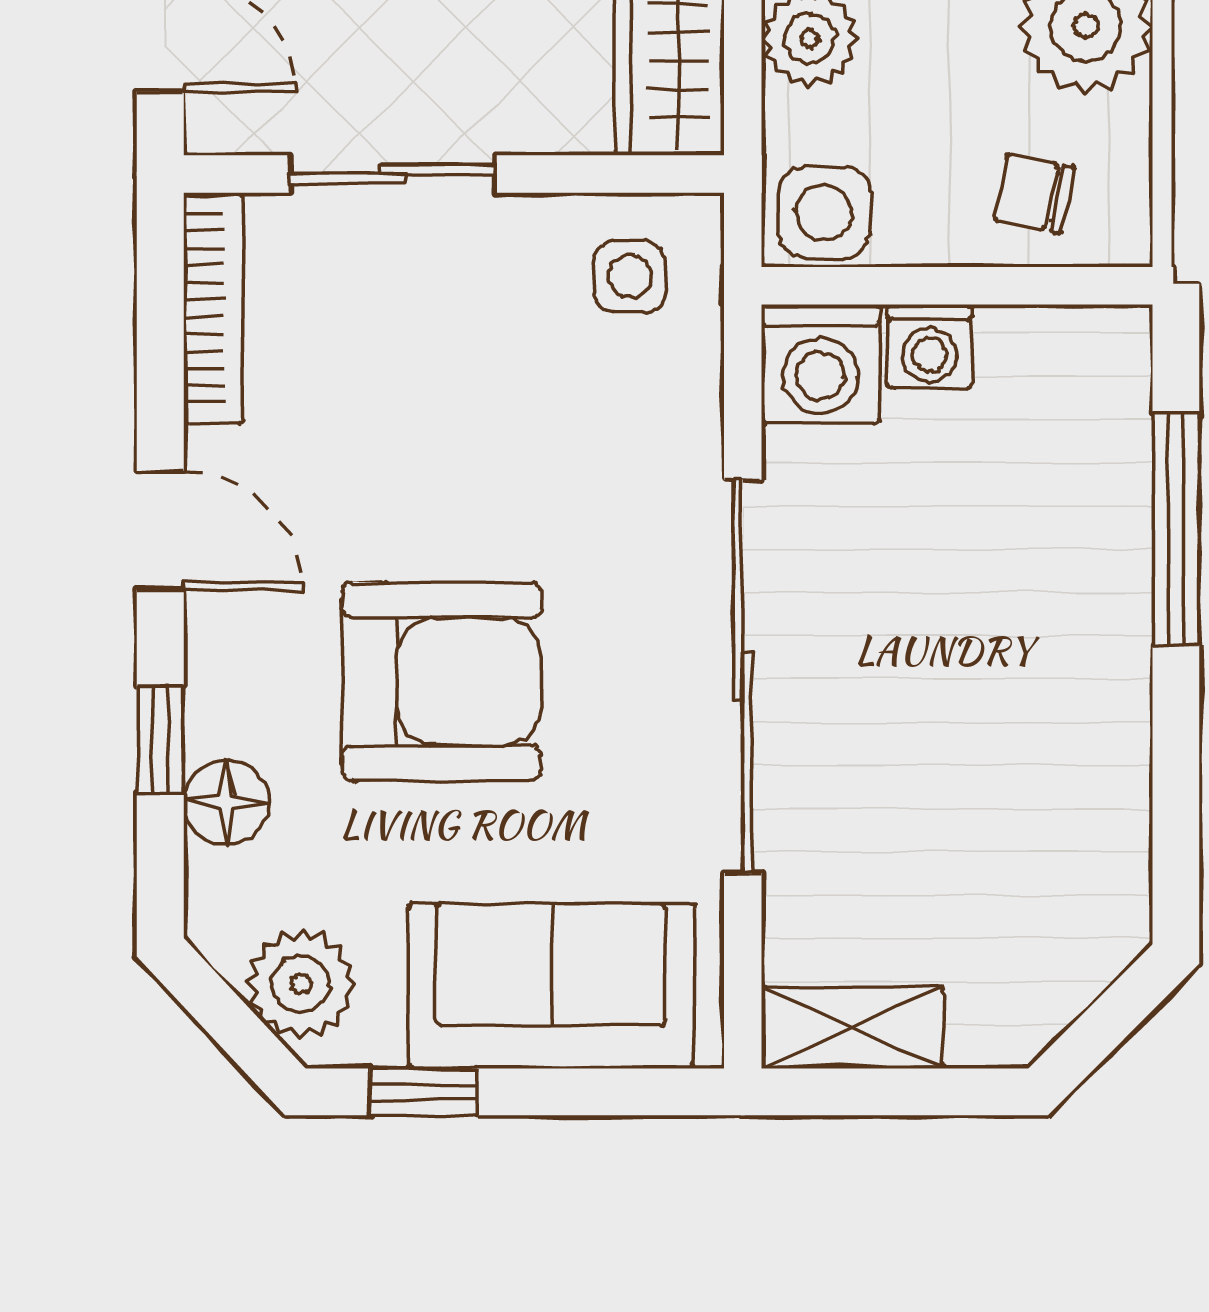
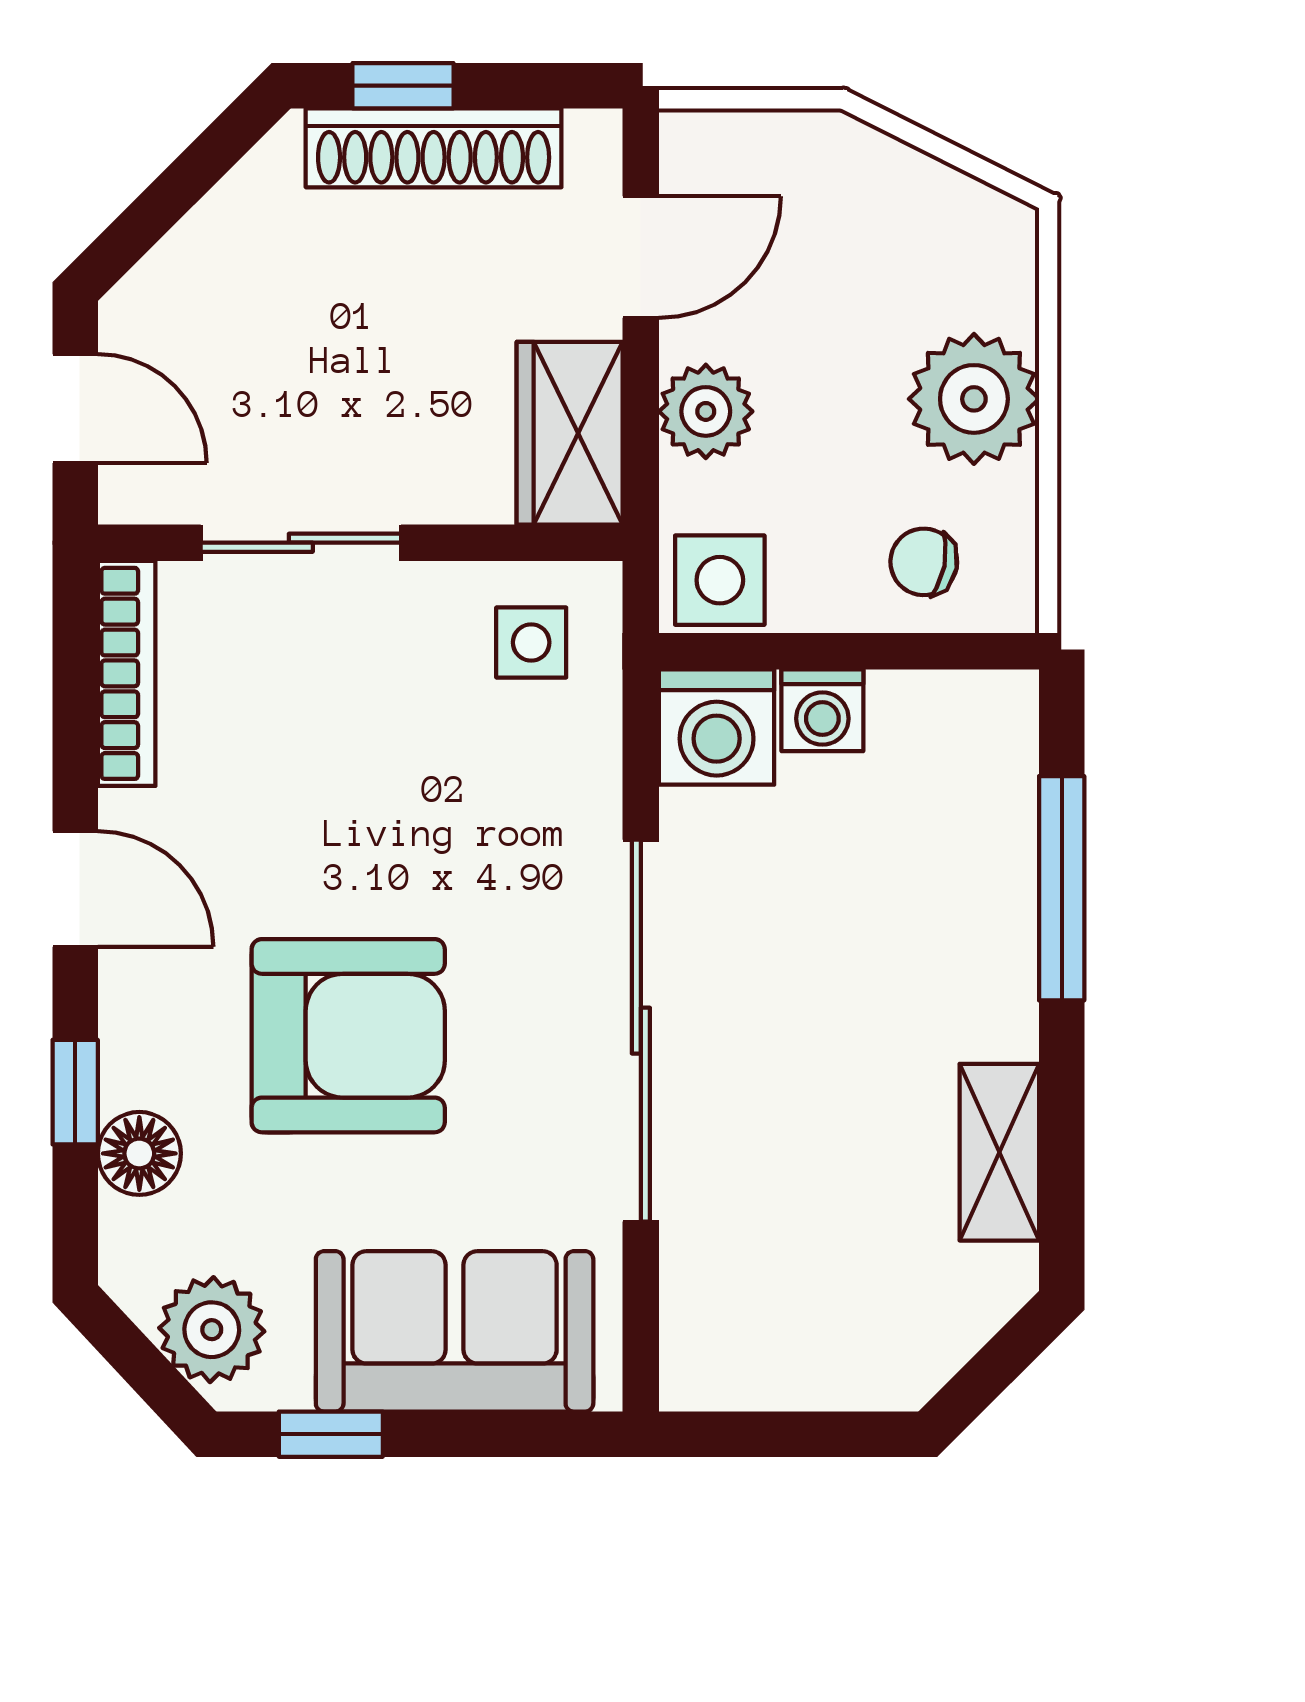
shelving: (852, 1028) -> (999, 1152), moved, turned 90

